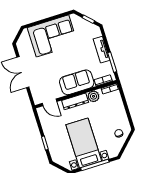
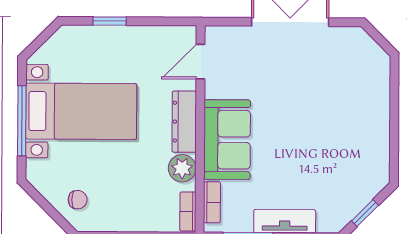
corner sofa: (52, 36) -> (353, 117), removed

